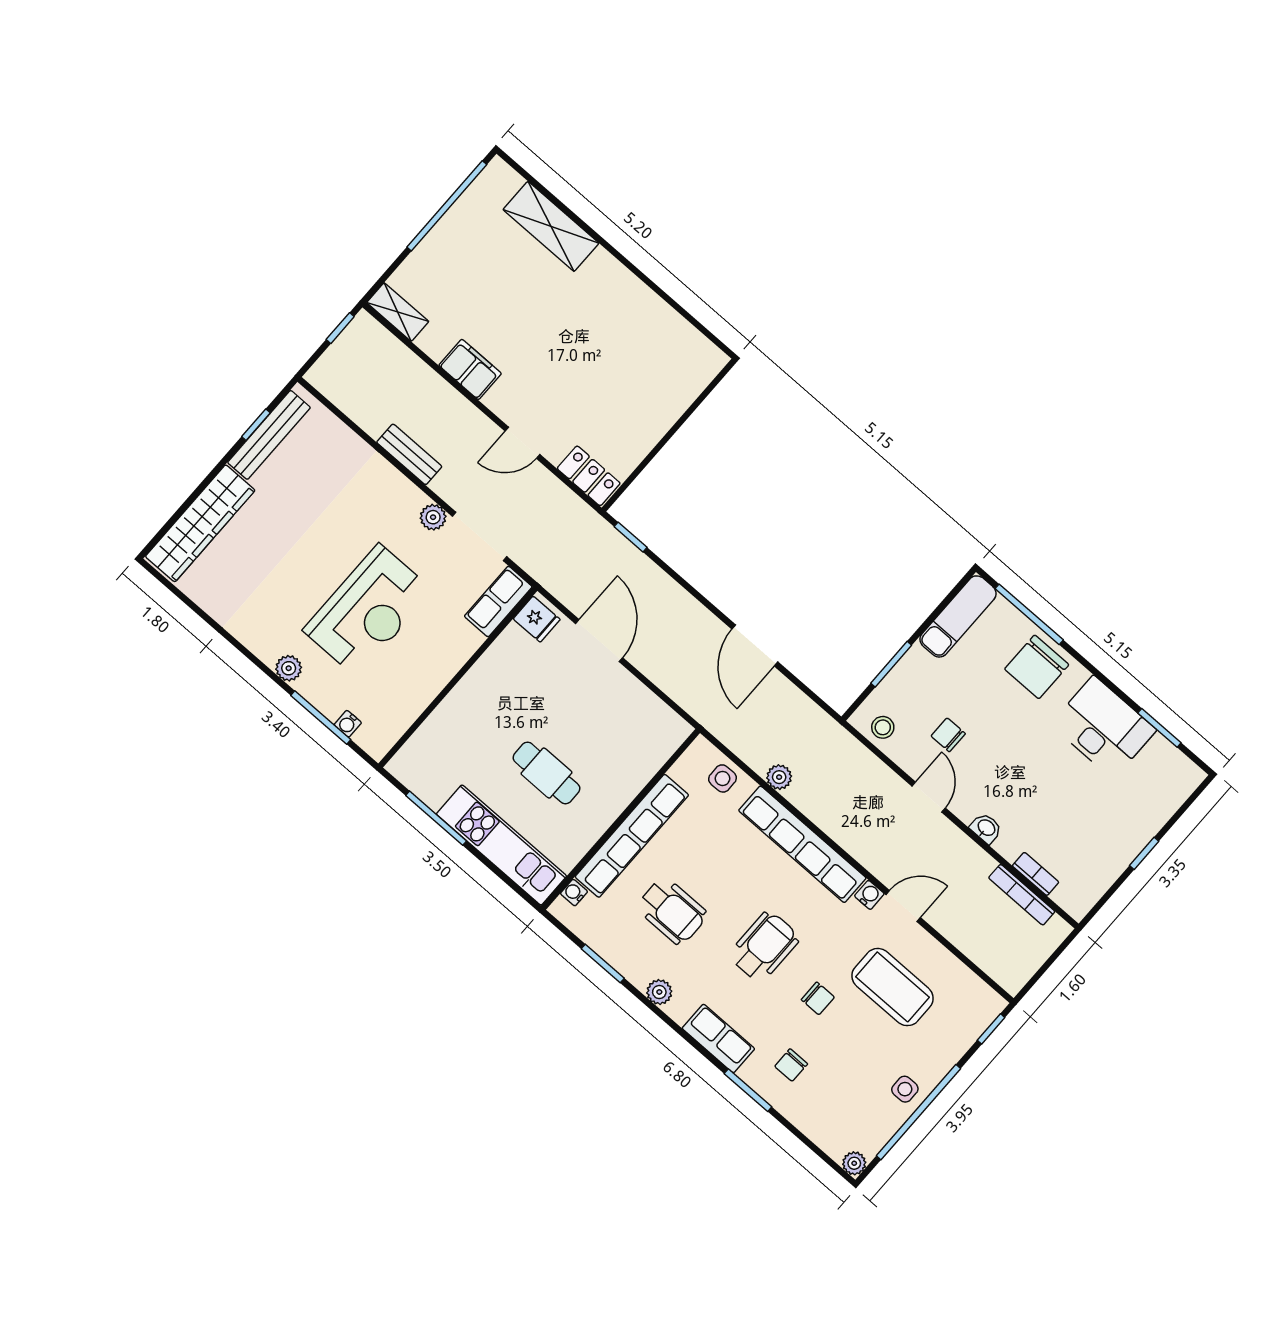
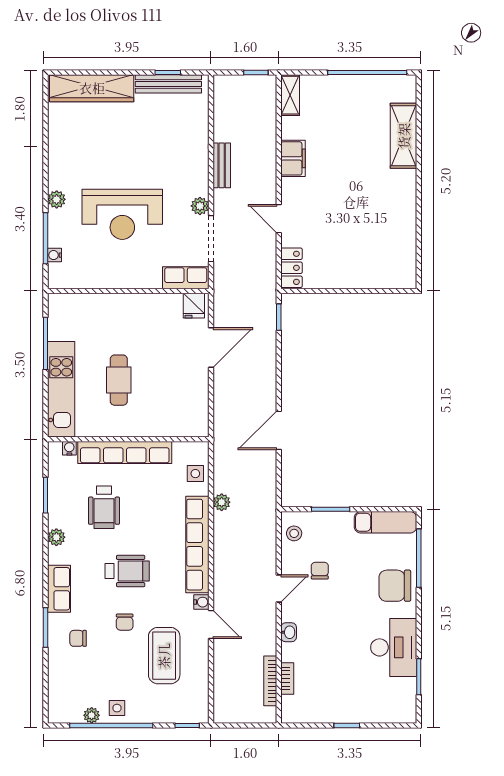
plant: (854, 1163) -> (92, 715), moved

